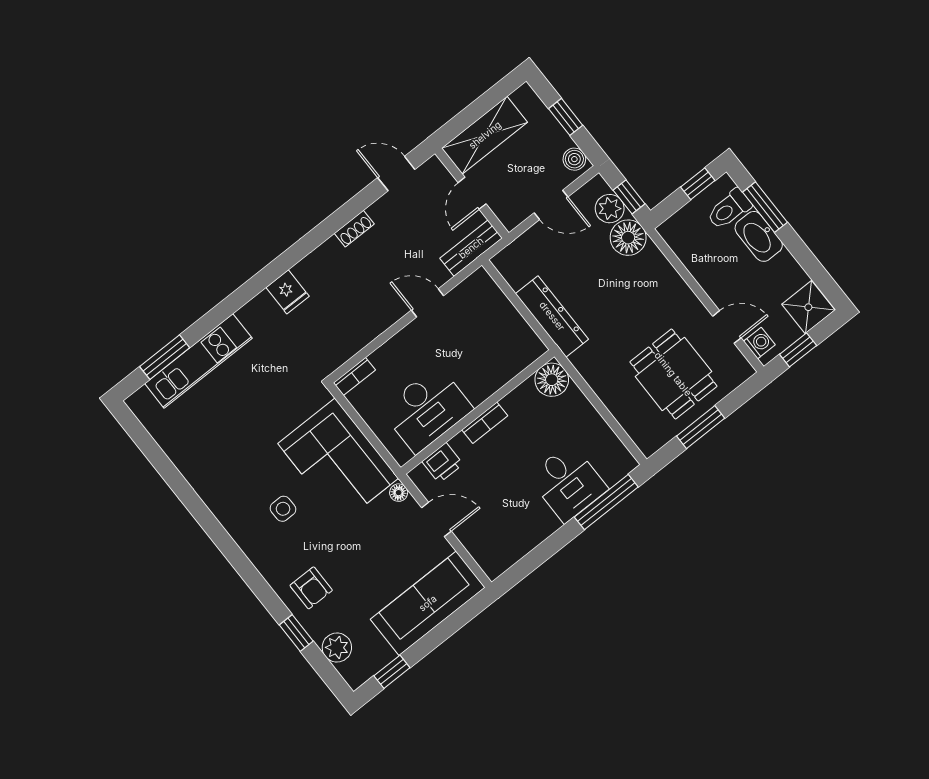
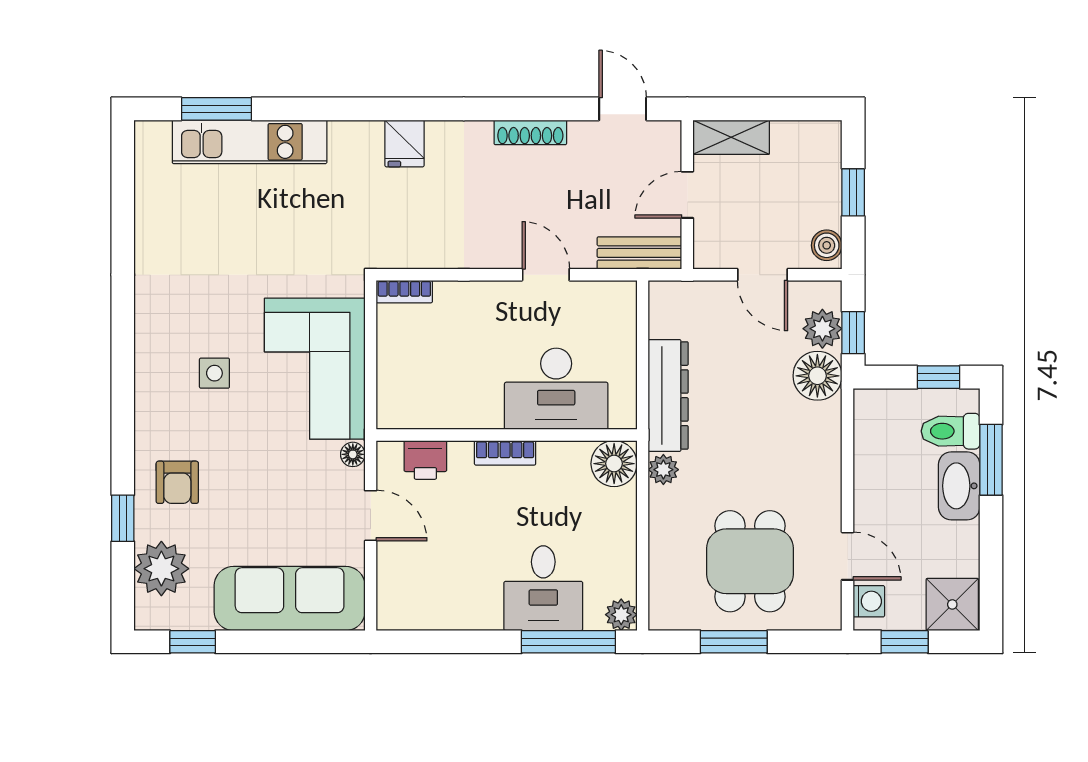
shelving: (485, 135) -> (731, 137), width x0.67, depth x0.75
shoe rack: (354, 229) -> (530, 132), width x1.43
plant: (583, 361) -> (663, 470), added
desk: (427, 409) -> (556, 389), moved
plant: (624, 463) -> (621, 615), added
plant: (337, 648) -> (161, 569), width x1.36, depth x1.36

